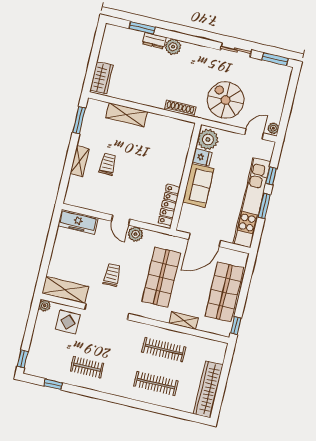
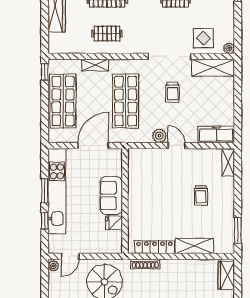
plant: (208, 139) -> (112, 241), removed
shelving: (80, 161) -> (228, 162), moved
locker: (169, 205) -> (154, 247), moved, turned -90
clothes rail: (164, 350) -> (107, 33), width x0.73

